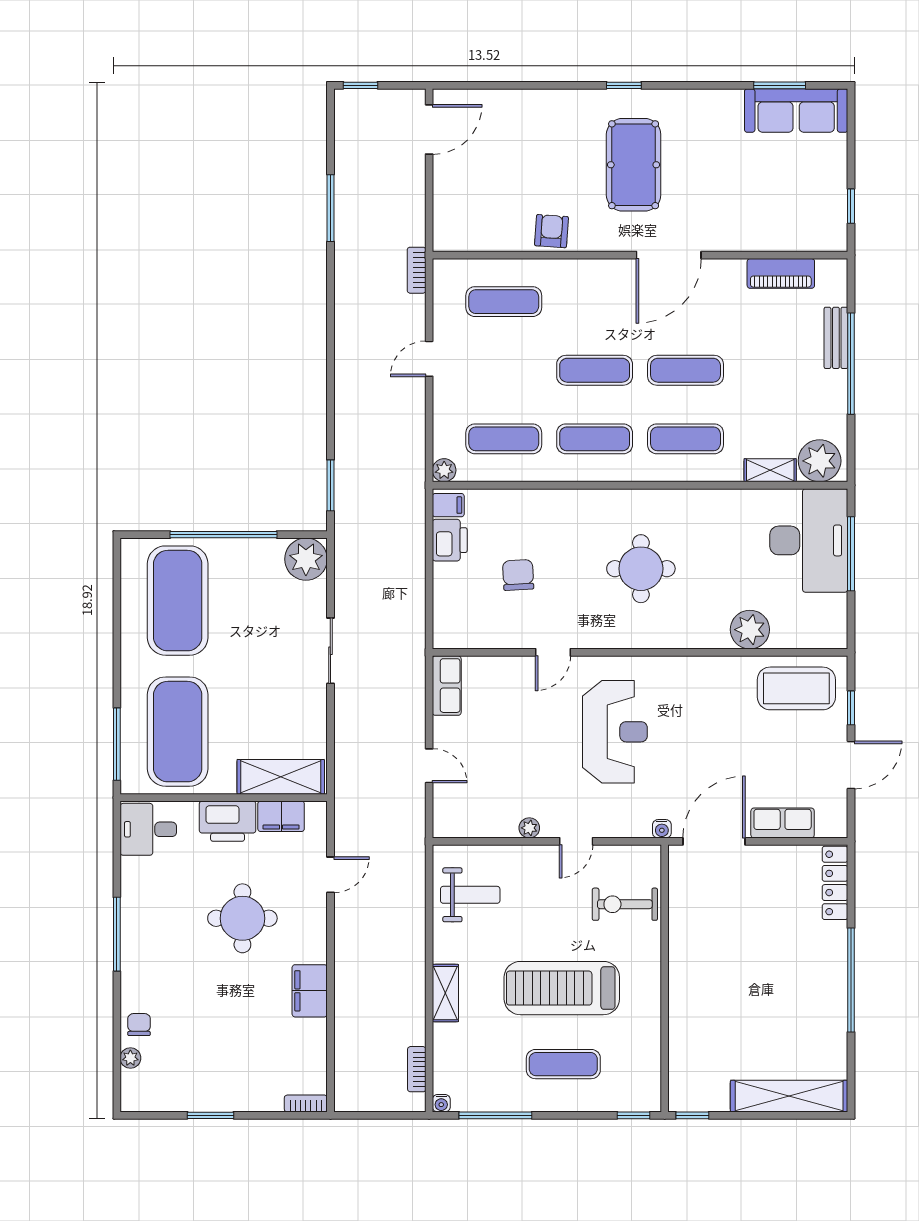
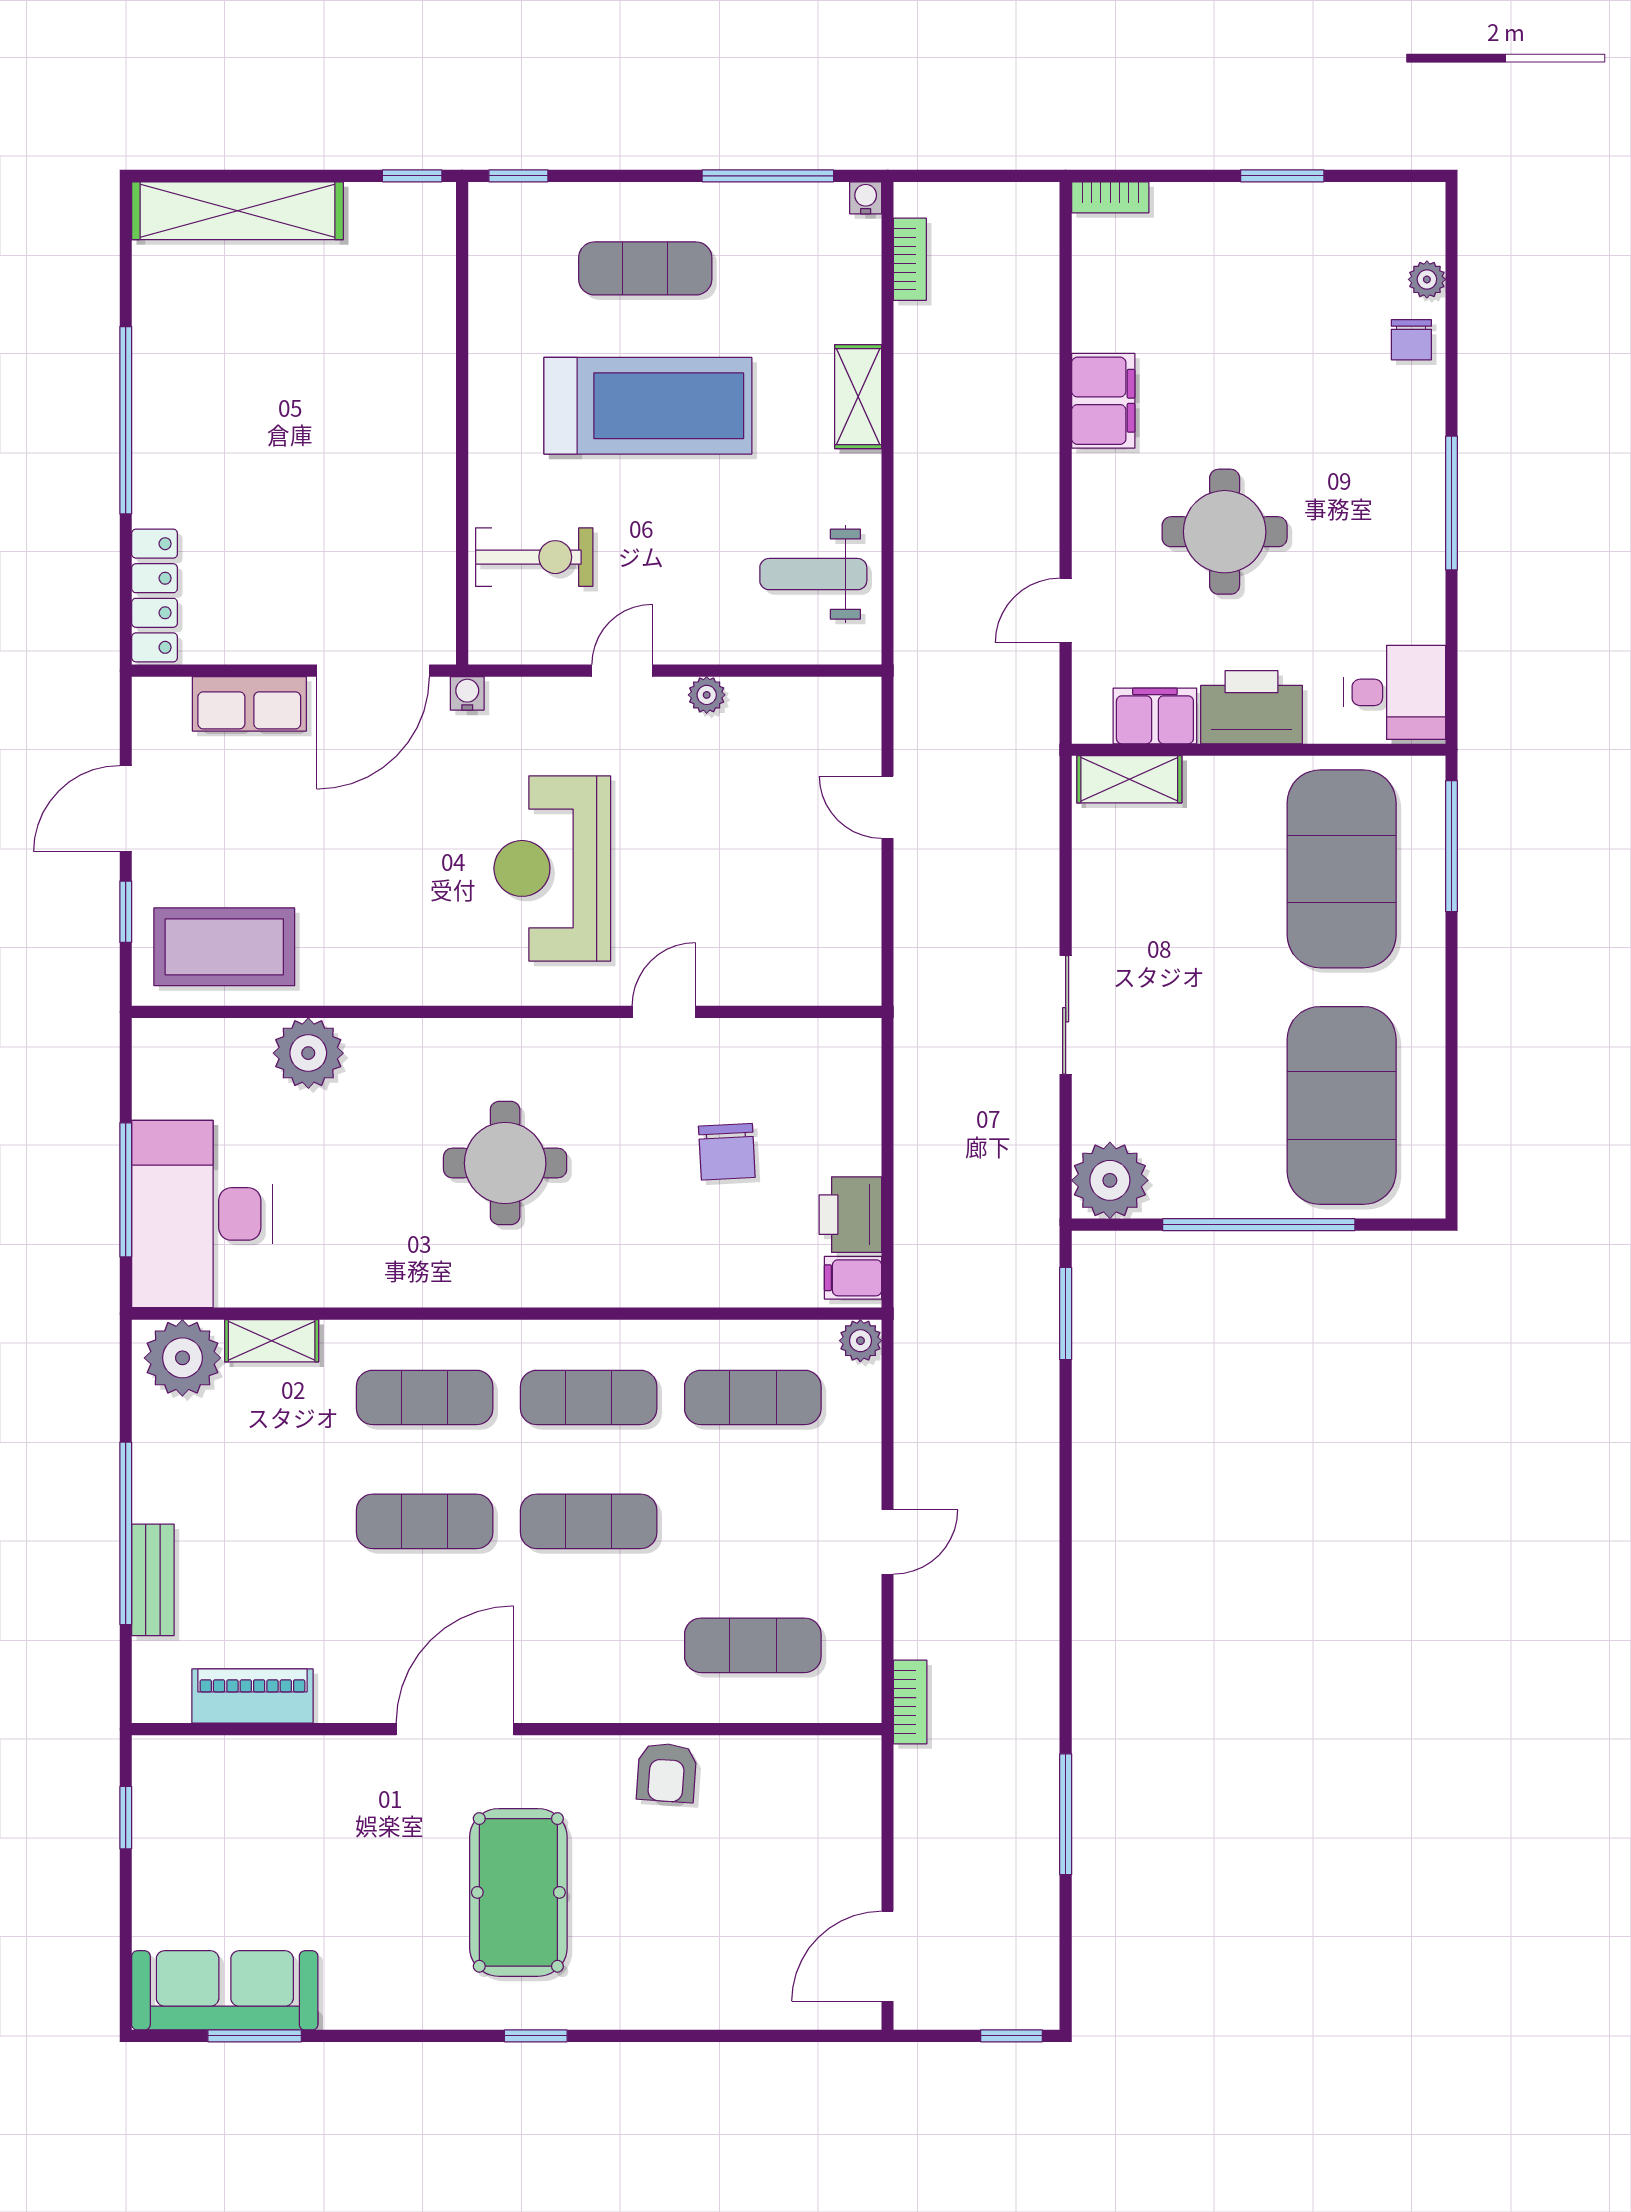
row of seats: (447, 686) -> (856, 952), removed
shelving: (281, 777) -> (1129, 779), width x0.67, depth x0.75

